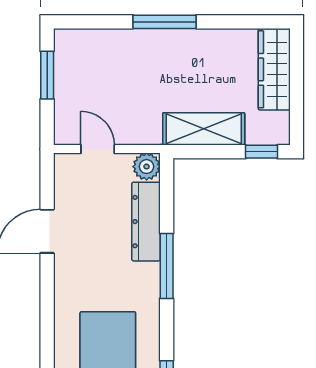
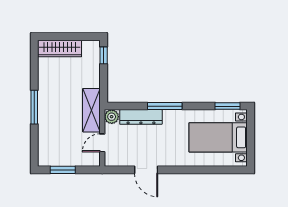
shelving: (204, 129) -> (91, 110), moved

